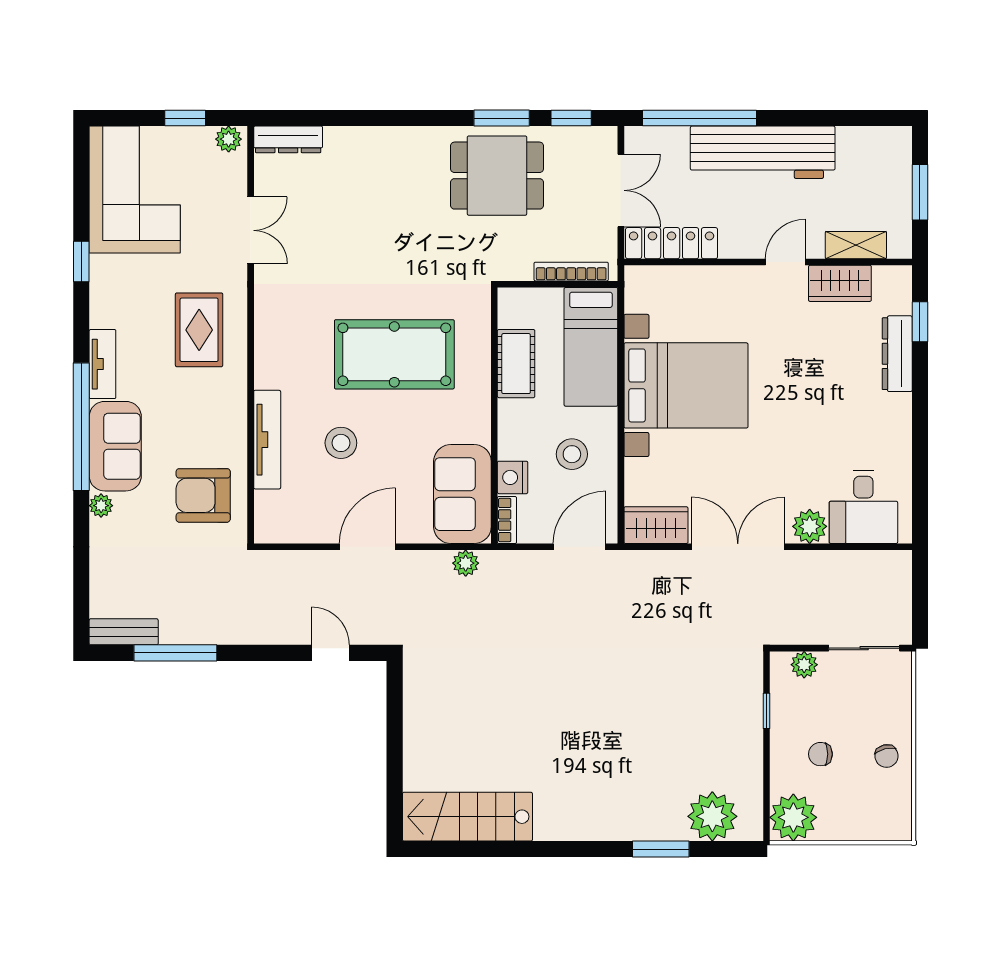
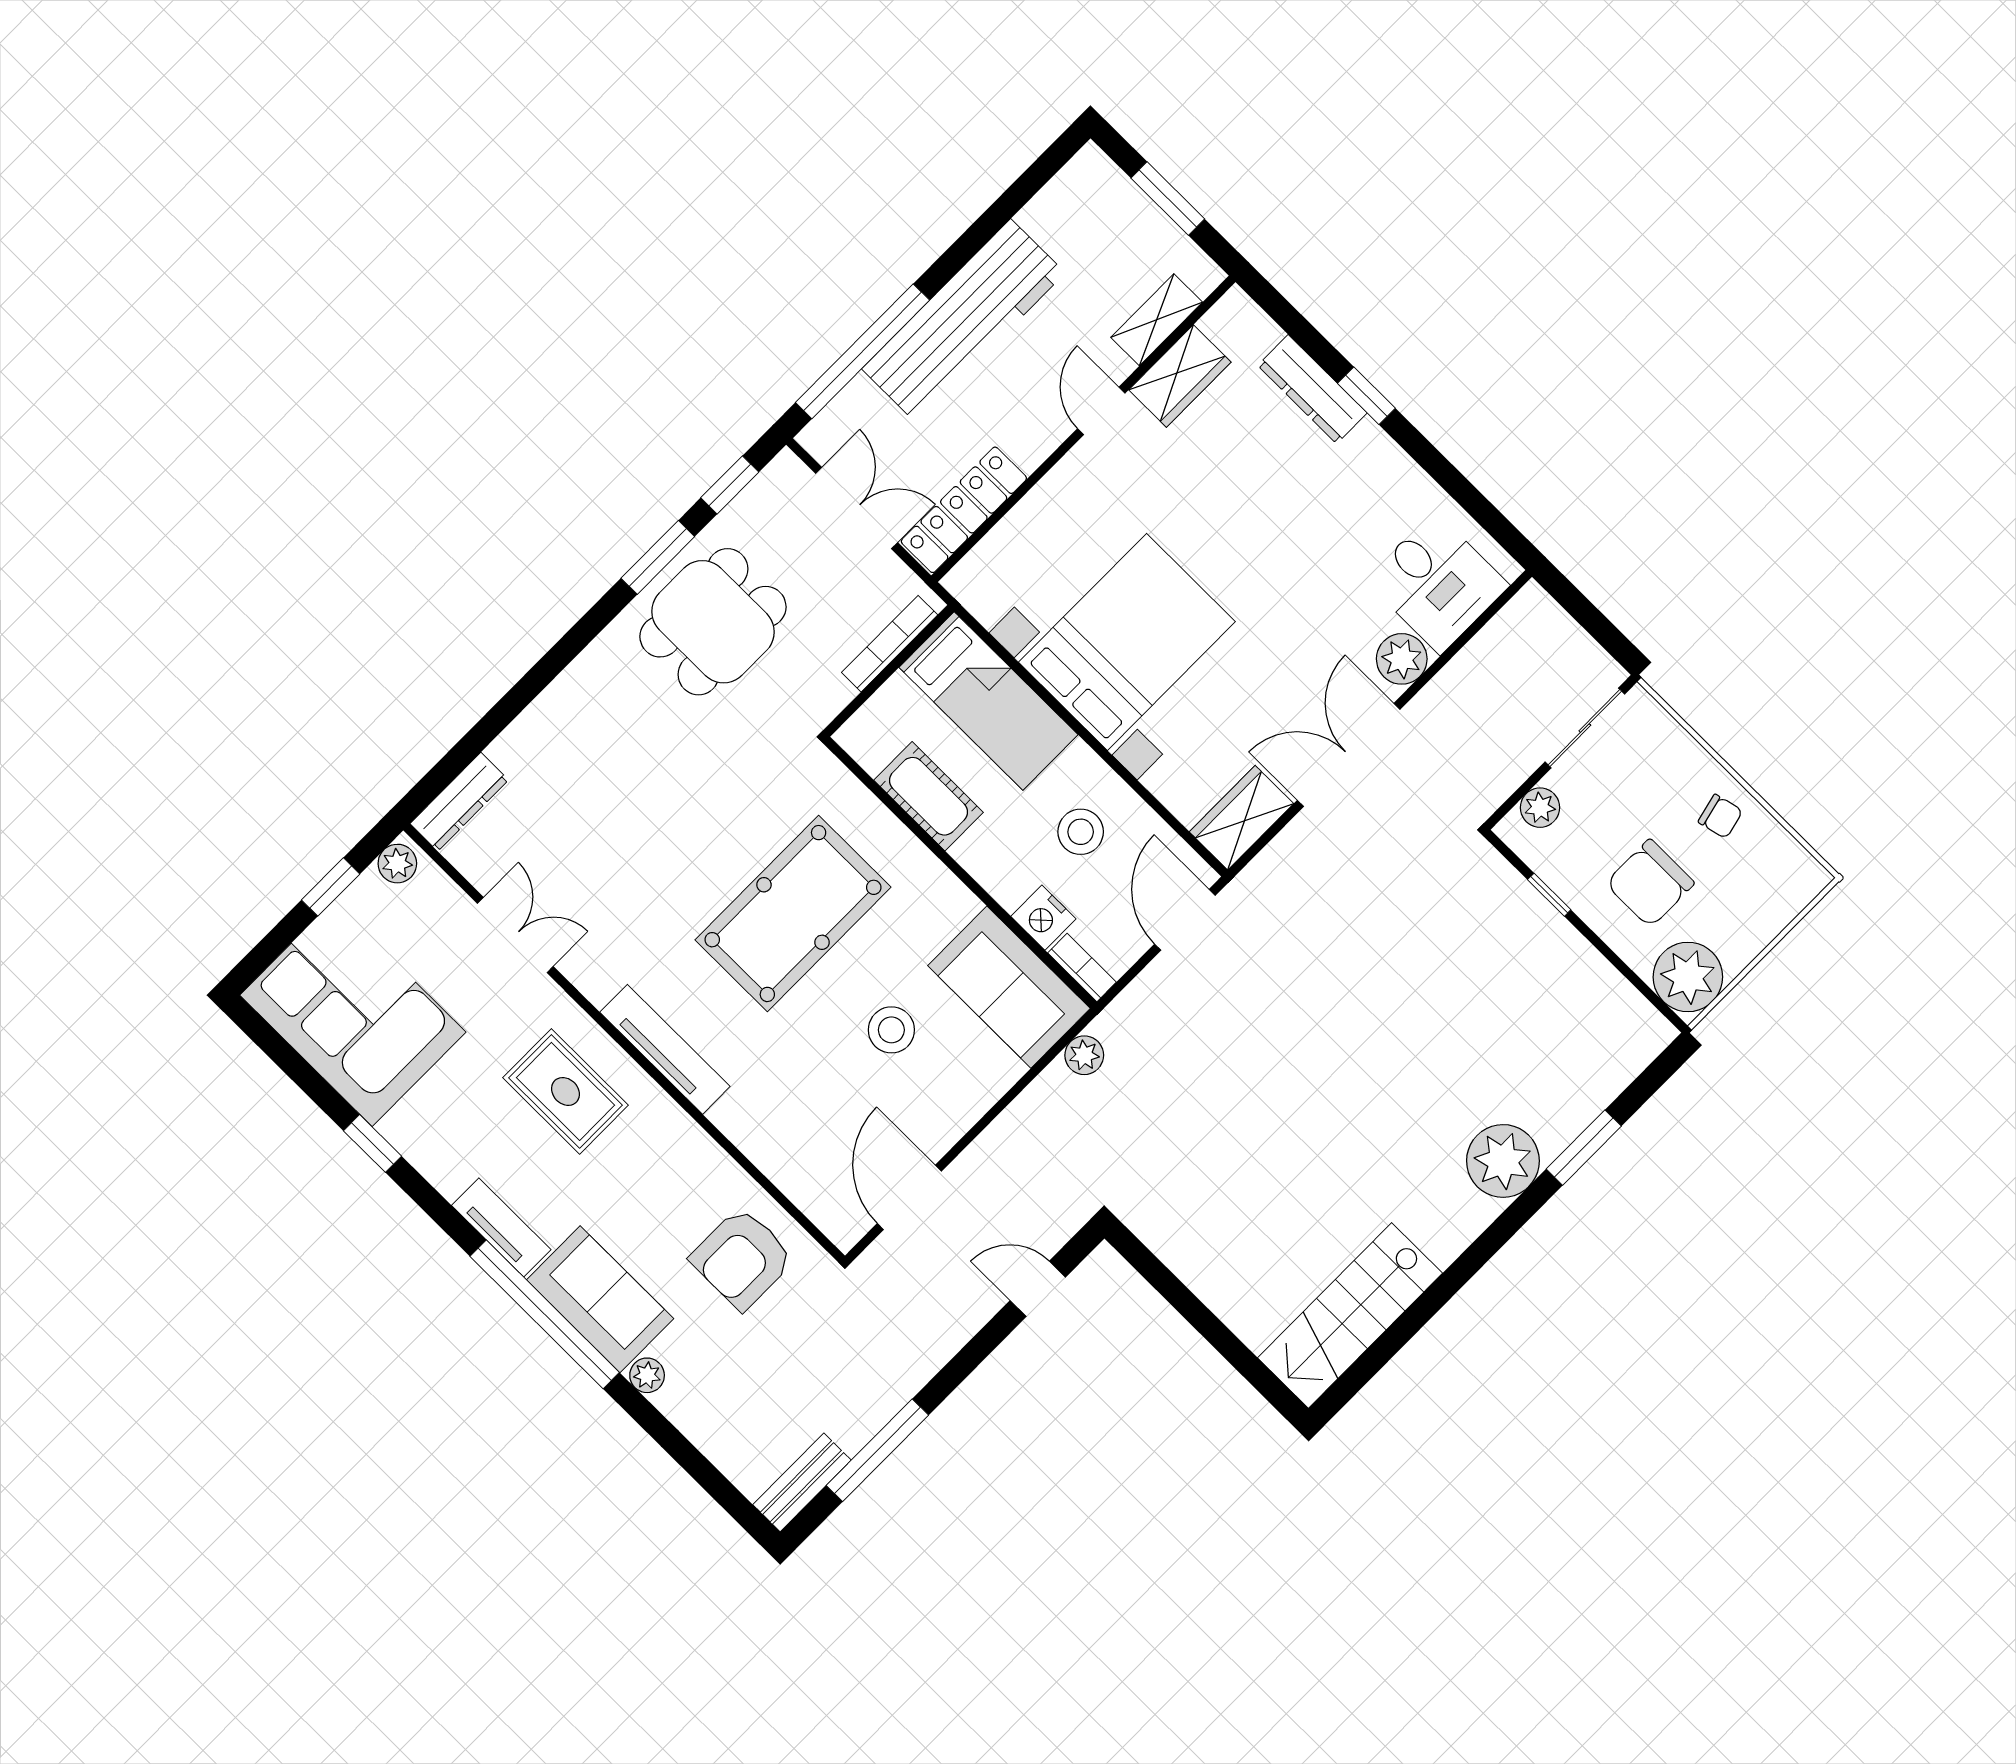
window: (920, 322) -> (1366, 396), moved
tv unit: (267, 440) -> (665, 1049), moved
stool: (341, 443) -> (891, 1030), moved
door: (367, 547) -> (909, 1197), moved
chair: (820, 754) -> (1650, 883), width x1.87, depth x1.87
plant: (712, 816) -> (1503, 1161), moved

